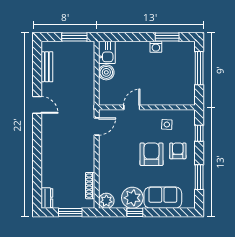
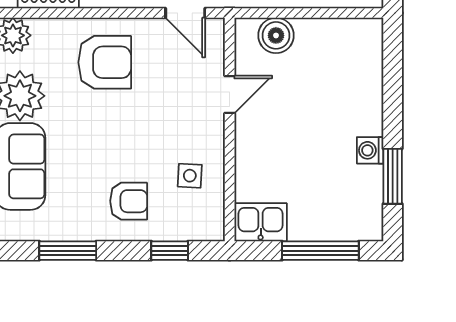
kitchen sink: (107, 52) -> (261, 222), moved, turned 180
boiler: (106, 72) -> (276, 35), moved
door: (132, 107) -> (230, 95), hinge flipped
armchair: (152, 154) -> (105, 62), moved

